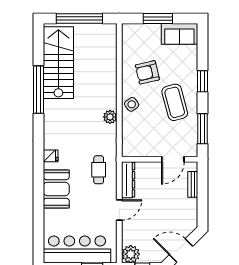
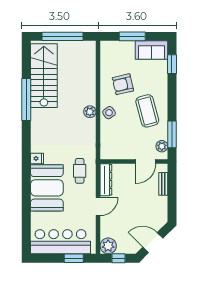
window: (202, 81) -> (172, 64), moved
plant: (110, 117) -> (90, 112), moved
plant: (191, 142) -> (162, 146), added
booth: (56, 189) -> (47, 188), width x1.36, depth x1.42

